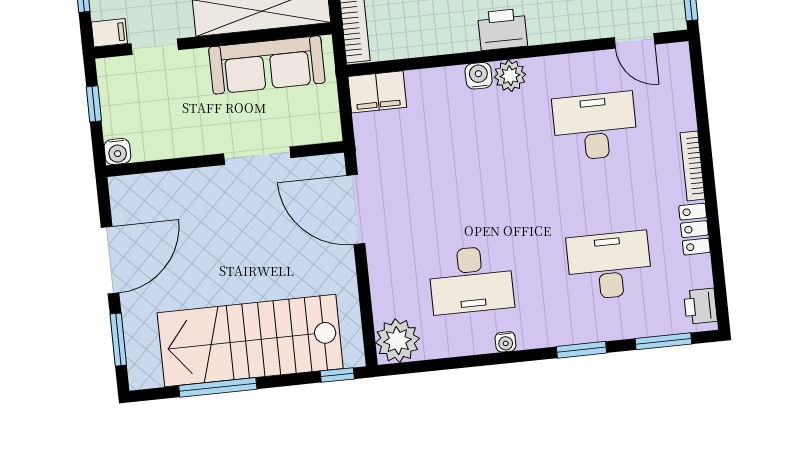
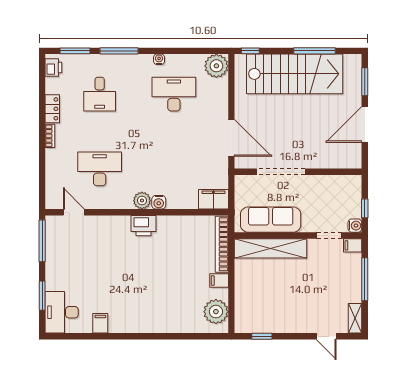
desk: (595, 126) -> (100, 169), turned 180
water cooler: (117, 152) -> (355, 226), moved, turned 90
doorway: (257, 156) -> (281, 172), width x1.36
bookcase: (692, 166) -> (50, 136), width x0.64
desk: (609, 265) -> (100, 94), width x0.73
window: (582, 350) -> (119, 51), width x1.44

